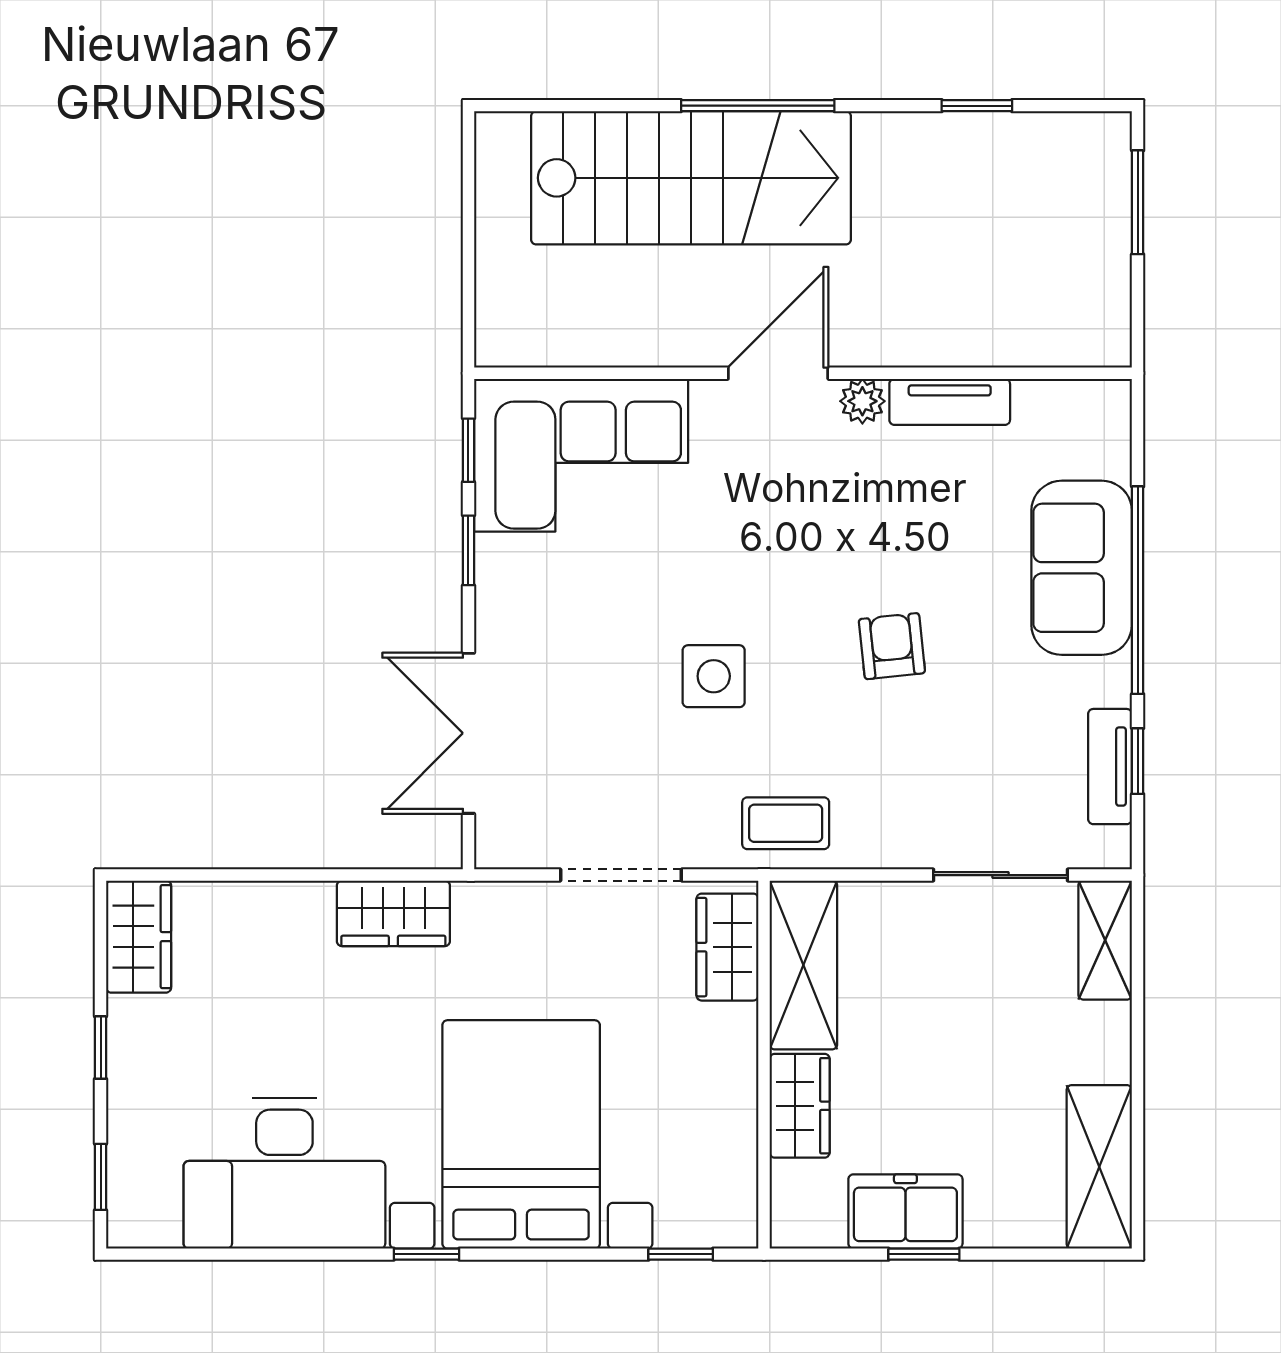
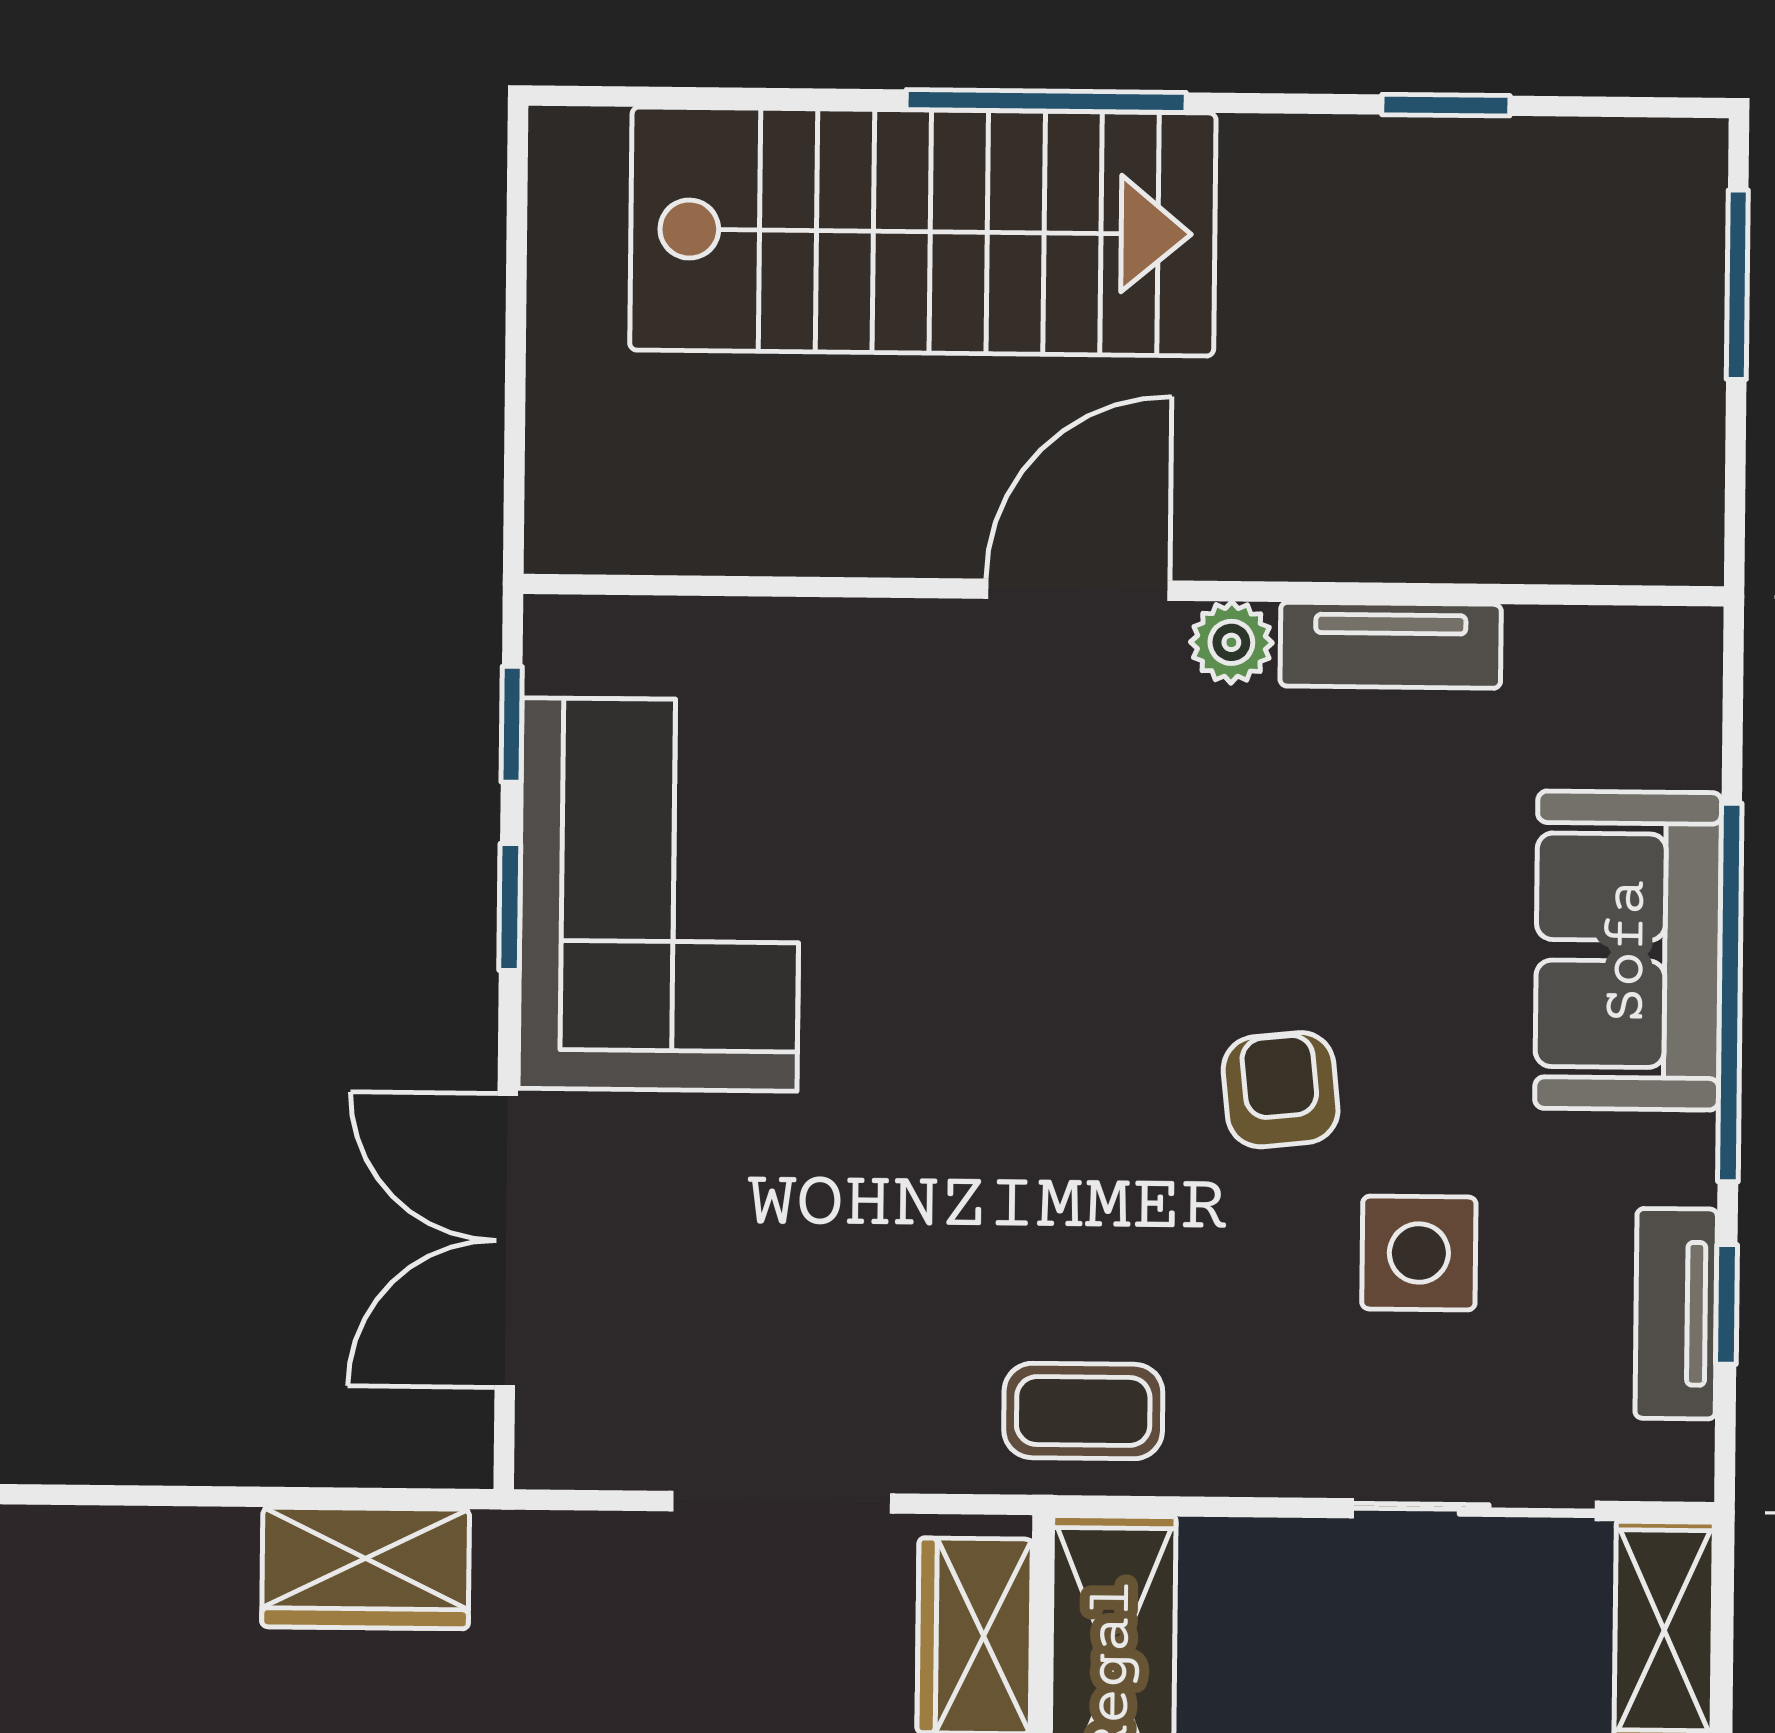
corner sofa: (581, 455) -> (659, 894), moved, turned -90
side table: (714, 676) -> (1419, 1253), moved

